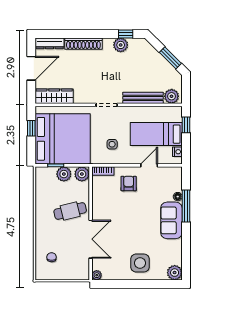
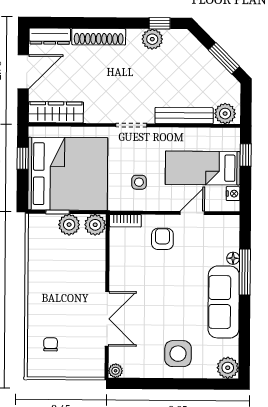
cafe table: (70, 211) -> (78, 278), removed
sofa: (171, 220) -> (224, 302), width x1.36

